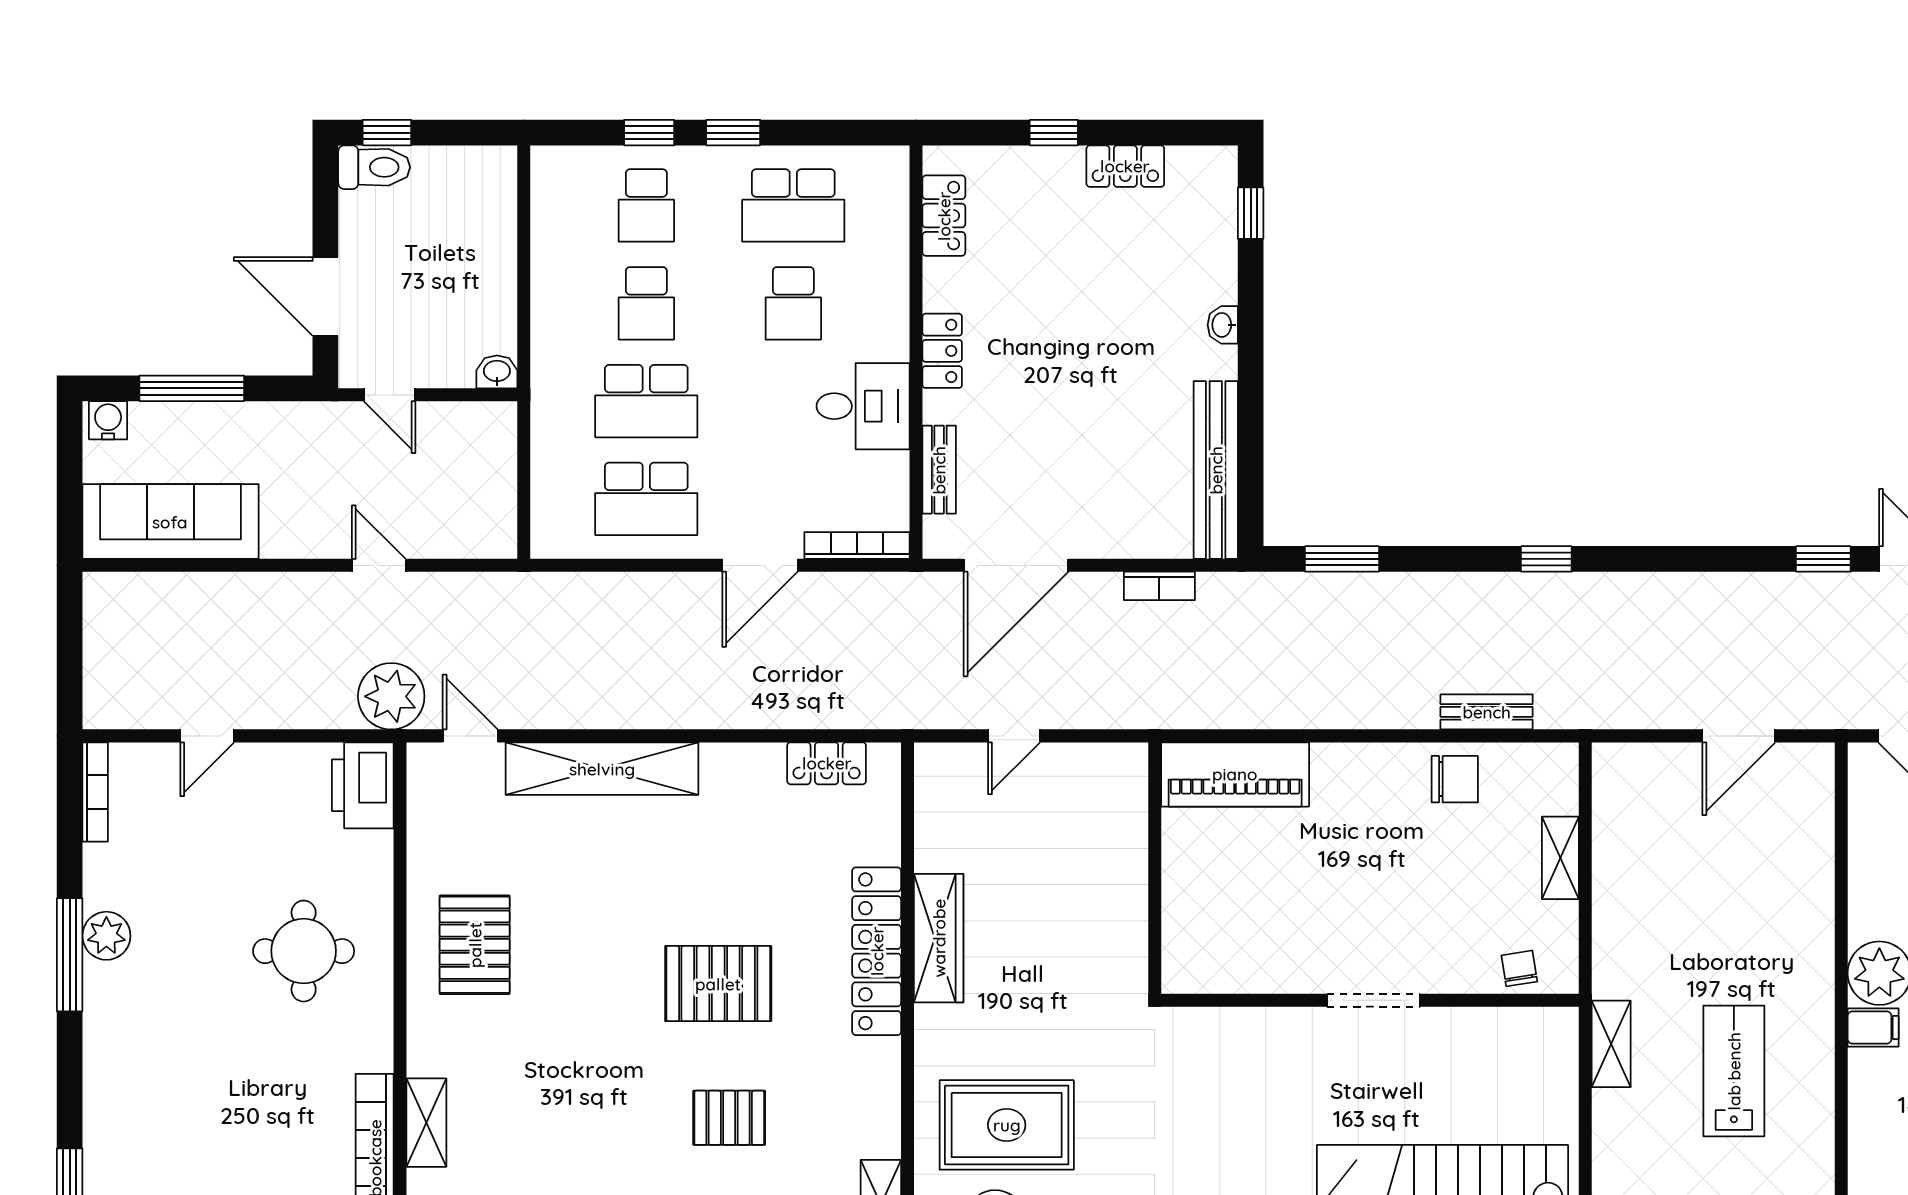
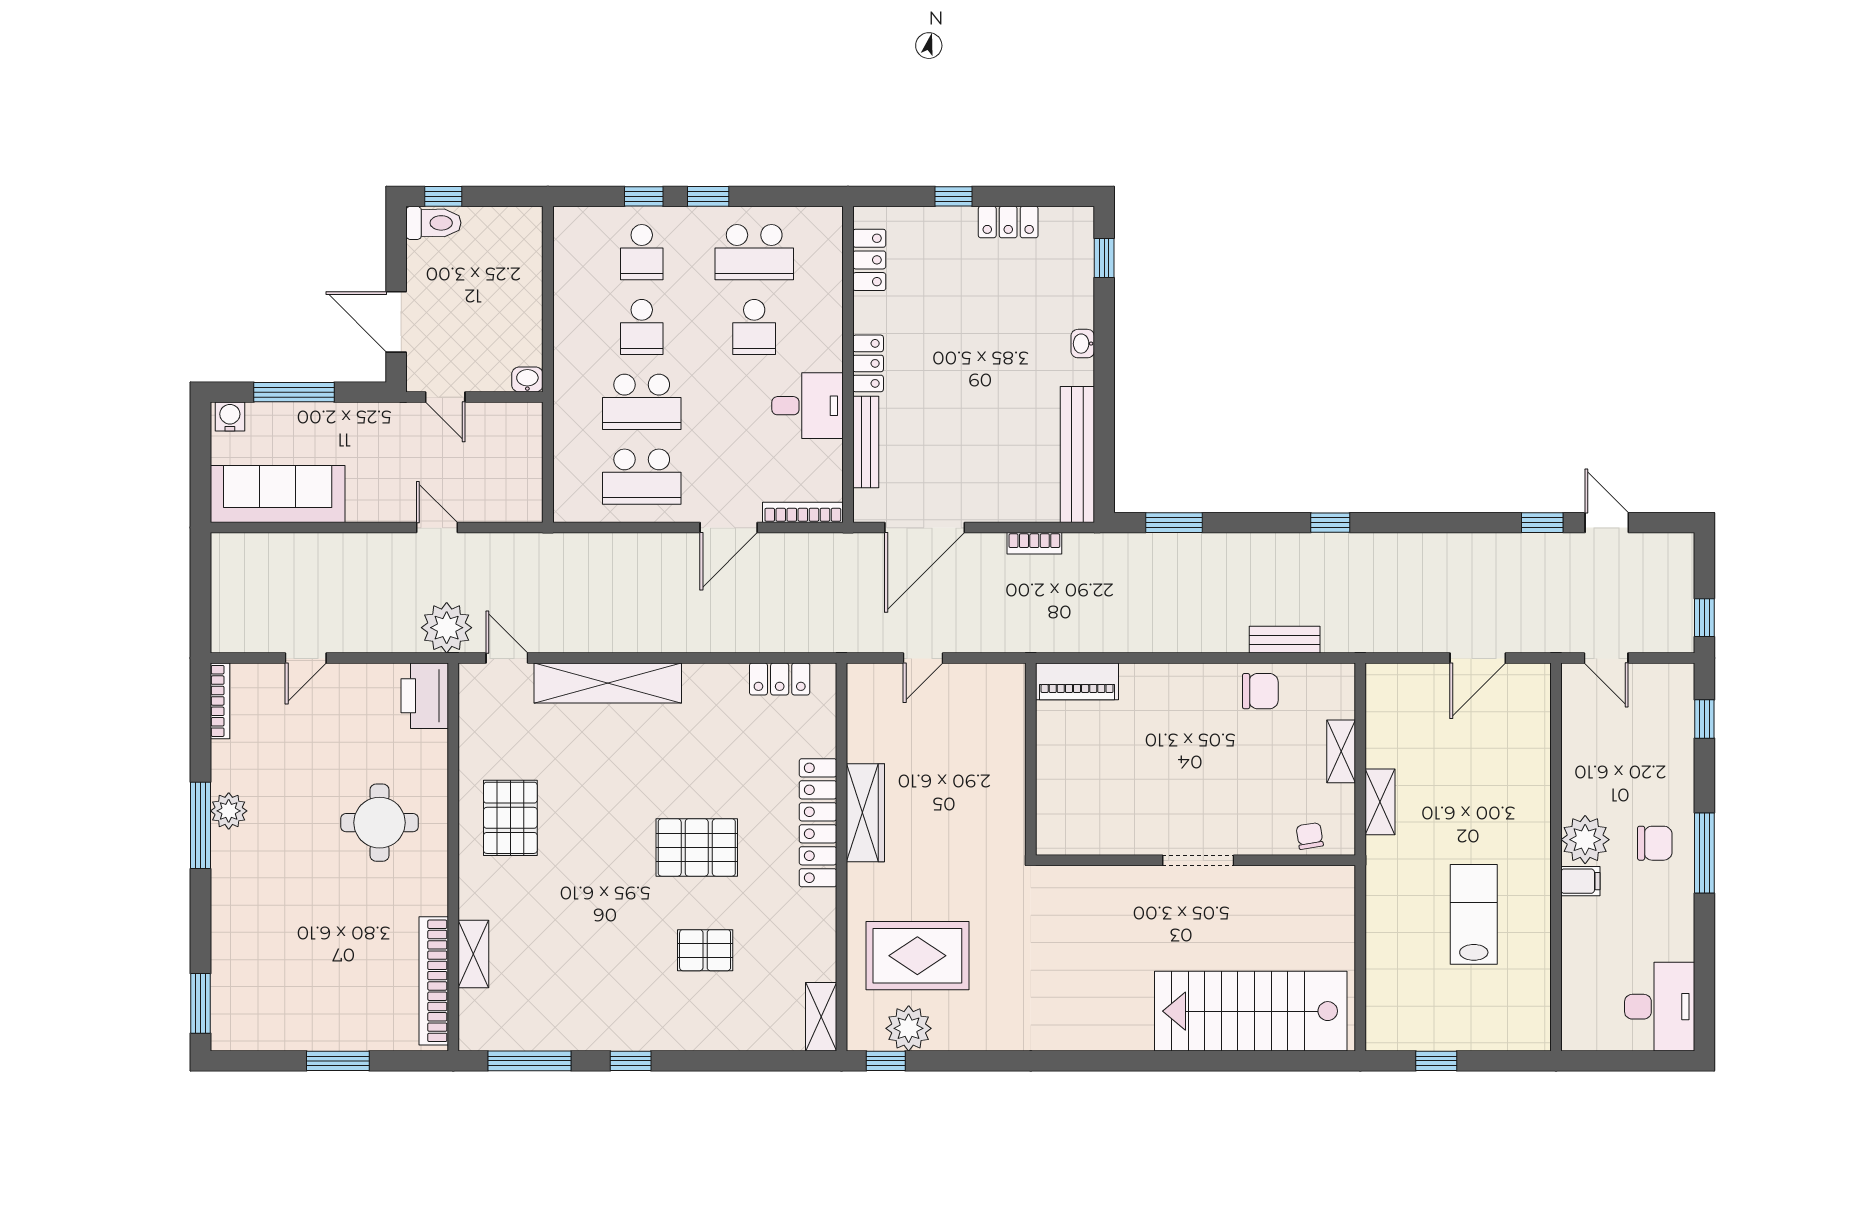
bench: (939, 470) -> (866, 442), width x1.36
piano: (1235, 774) -> (1077, 681), width x0.73, depth x0.75
shelving: (1611, 1044) -> (1380, 802), moved

